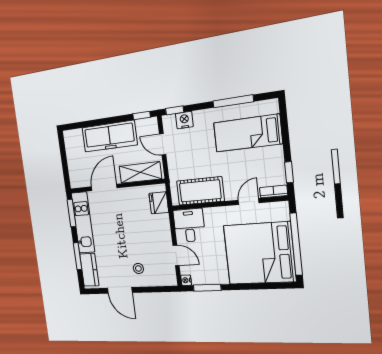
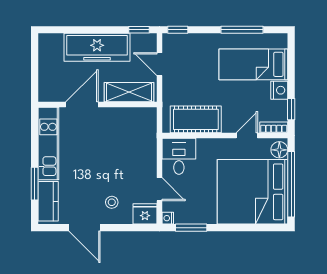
nightstand: (184, 120) -> (279, 90), moved, turned 90
fridge: (159, 203) -> (145, 214), moved, turned 90
floor lamp: (281, 212) -> (279, 150), added
window: (72, 213) -> (35, 131), removed

